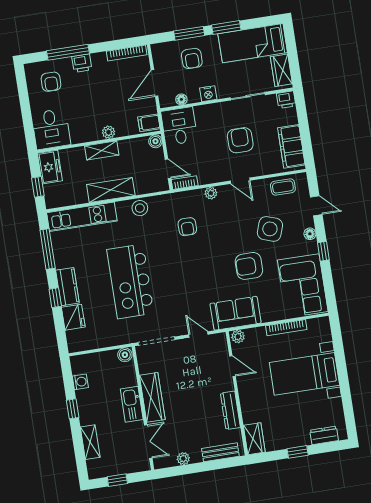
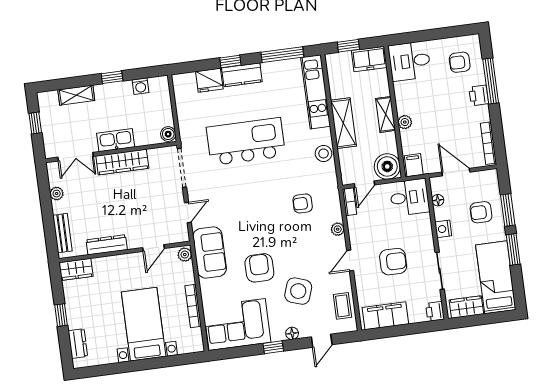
boiler: (155, 141) -> (387, 166), width x1.86, depth x1.86

